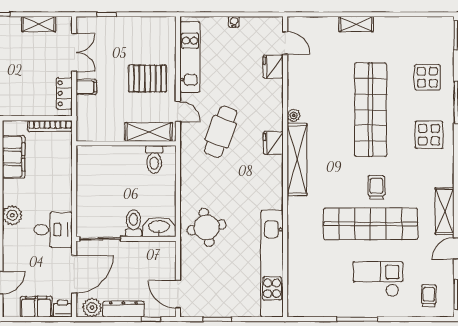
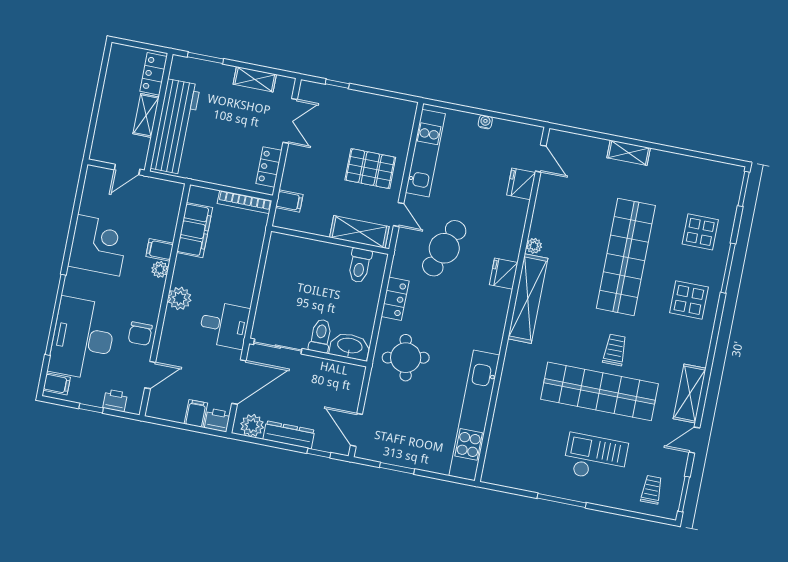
filing cabinet: (86, 87) -> (289, 201), moved
locker: (189, 181) -> (395, 299), added
filing cabinet: (36, 307) -> (196, 413), width x0.50

